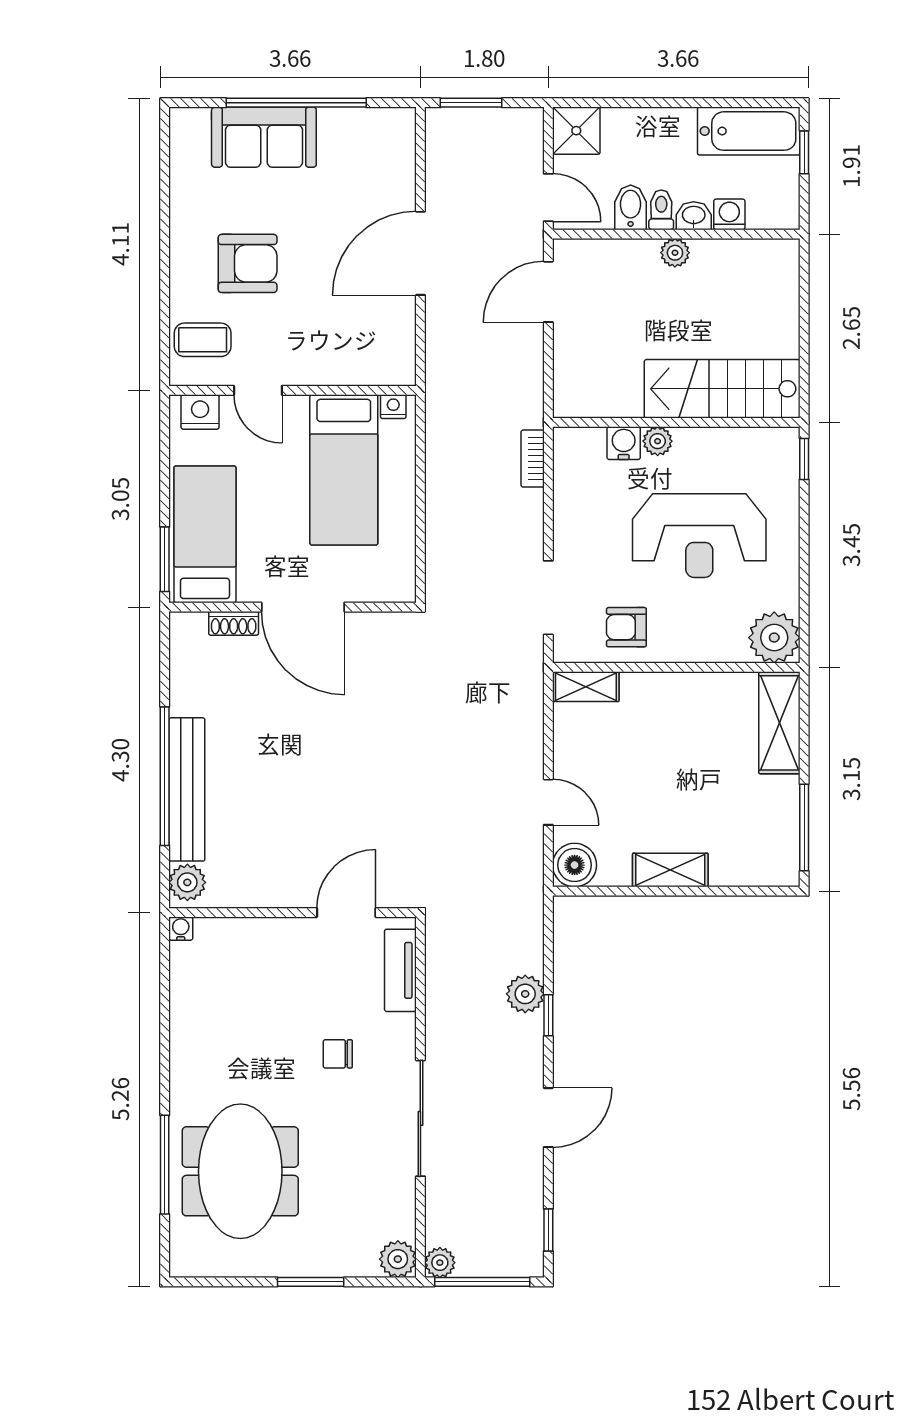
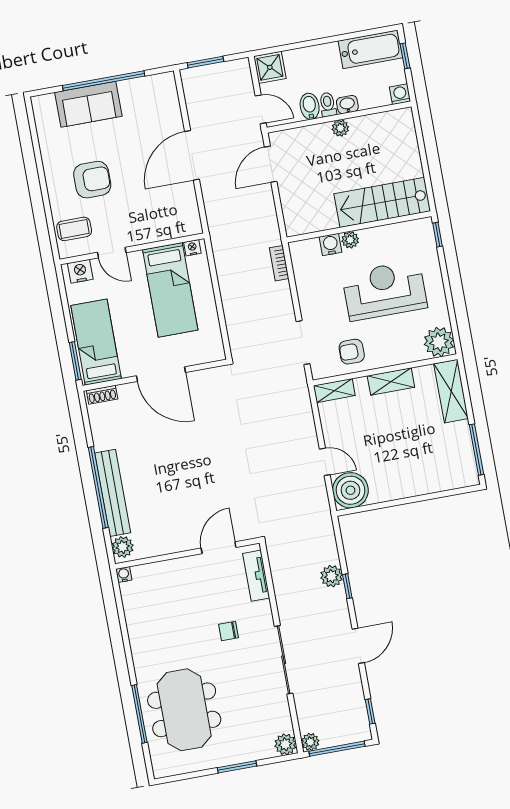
washing machine: (729, 214) -> (400, 94), moved
reception desk: (699, 536) -> (385, 290), turned 180
shoe rack: (234, 623) -> (102, 395), moved
boiler: (575, 865) -> (350, 490), width x1.37, depth x1.37
shelving: (670, 870) -> (391, 381), moved

